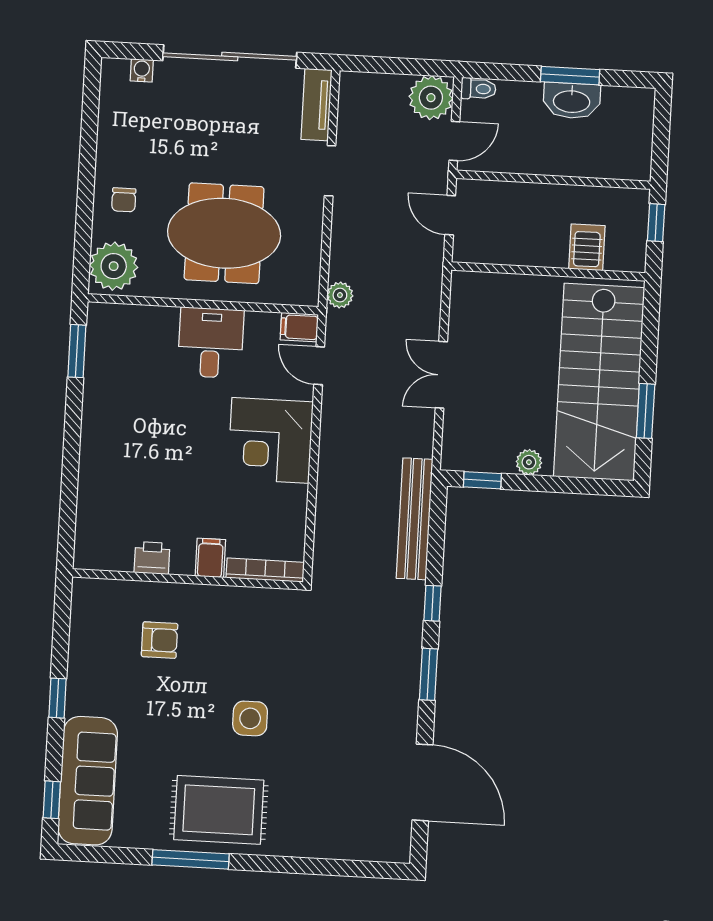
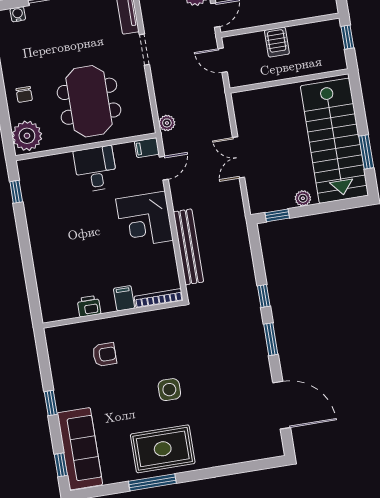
meeting table: (224, 233) -> (89, 101), turned 90
server rack: (587, 247) -> (277, 42), moved, turned 180
window: (77, 351) -> (16, 192), width x0.67
door: (319, 366) -> (164, 168), swing flipped
bench: (415, 519) -> (188, 247), moved

